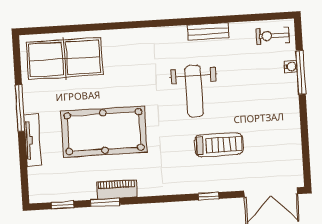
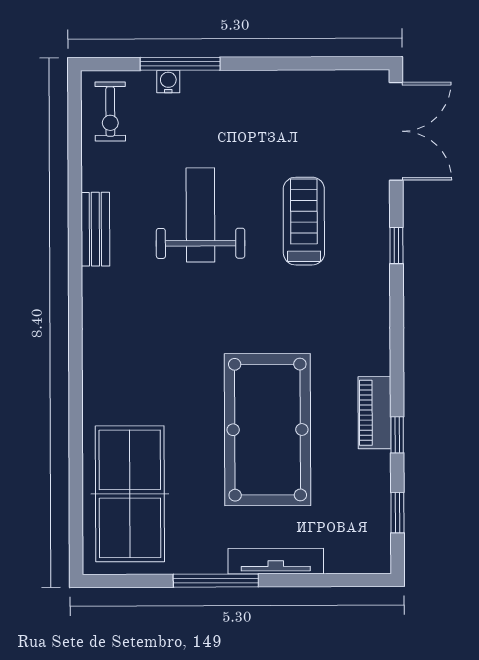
weight bench: (194, 91) -> (200, 215), moved, turned -90
window: (105, 202) -> (397, 435), width x0.67

